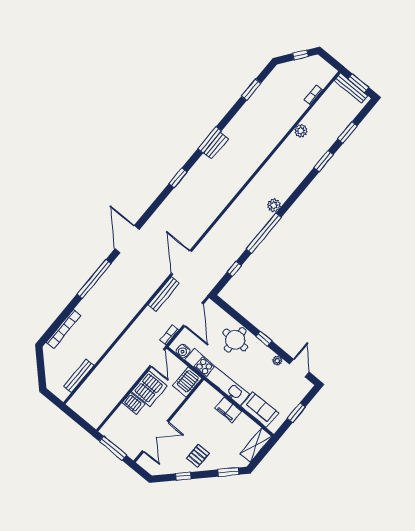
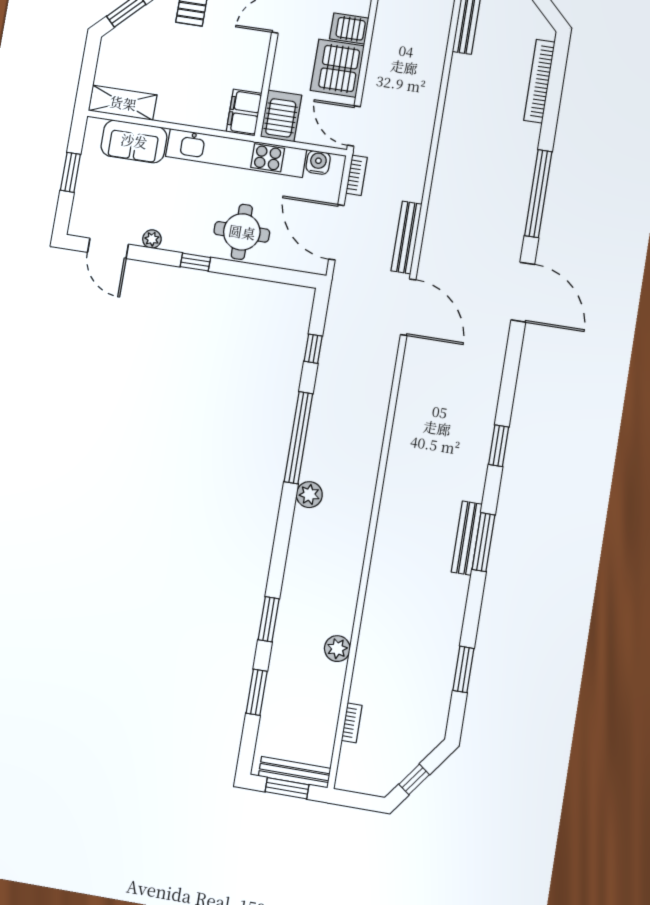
bench: (216, 146) -> (467, 538), width x1.36
filing cabinet: (228, 410) -> (244, 112), moved, turned -90
shelving: (256, 445) -> (123, 103), moved, turned 90

